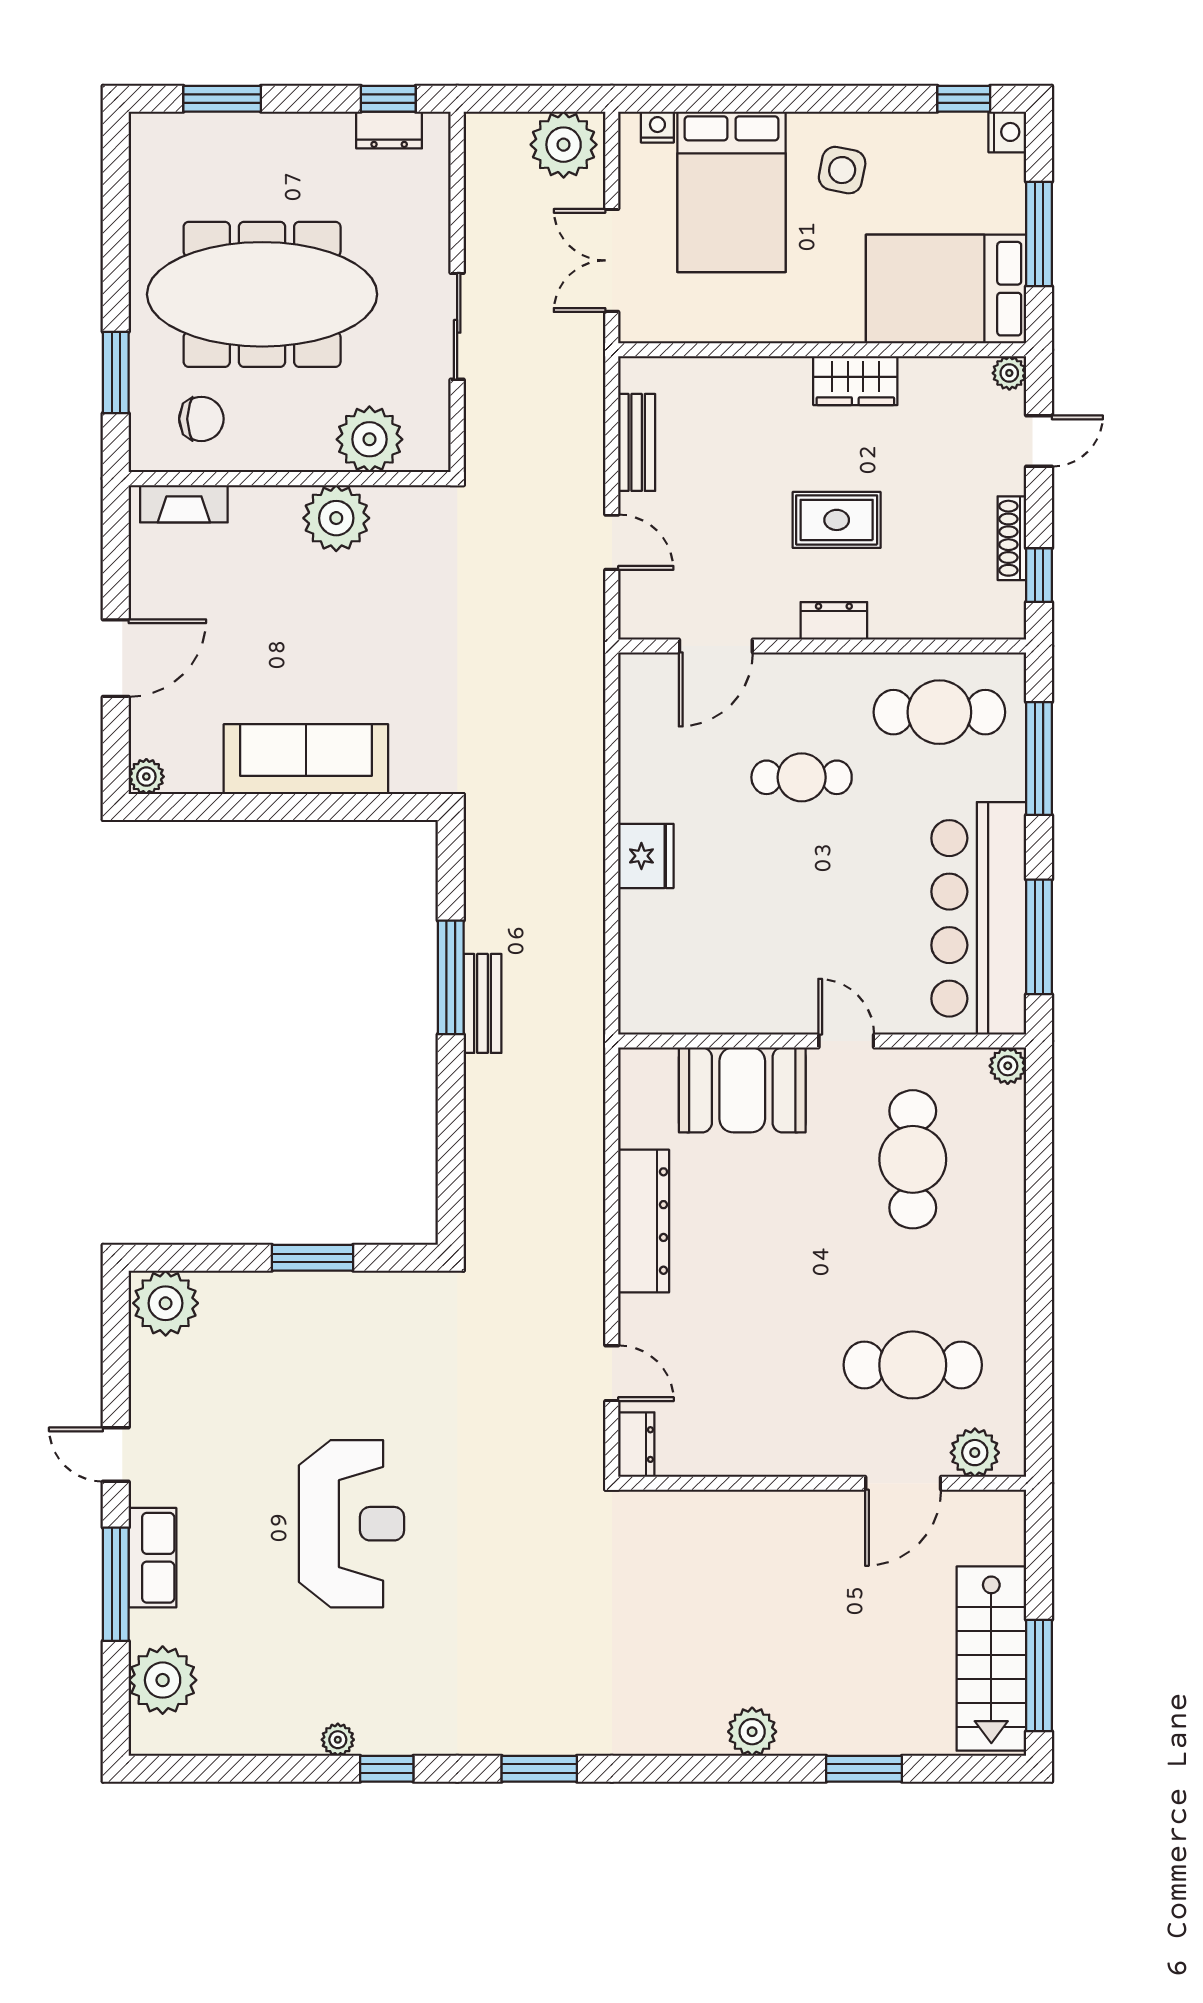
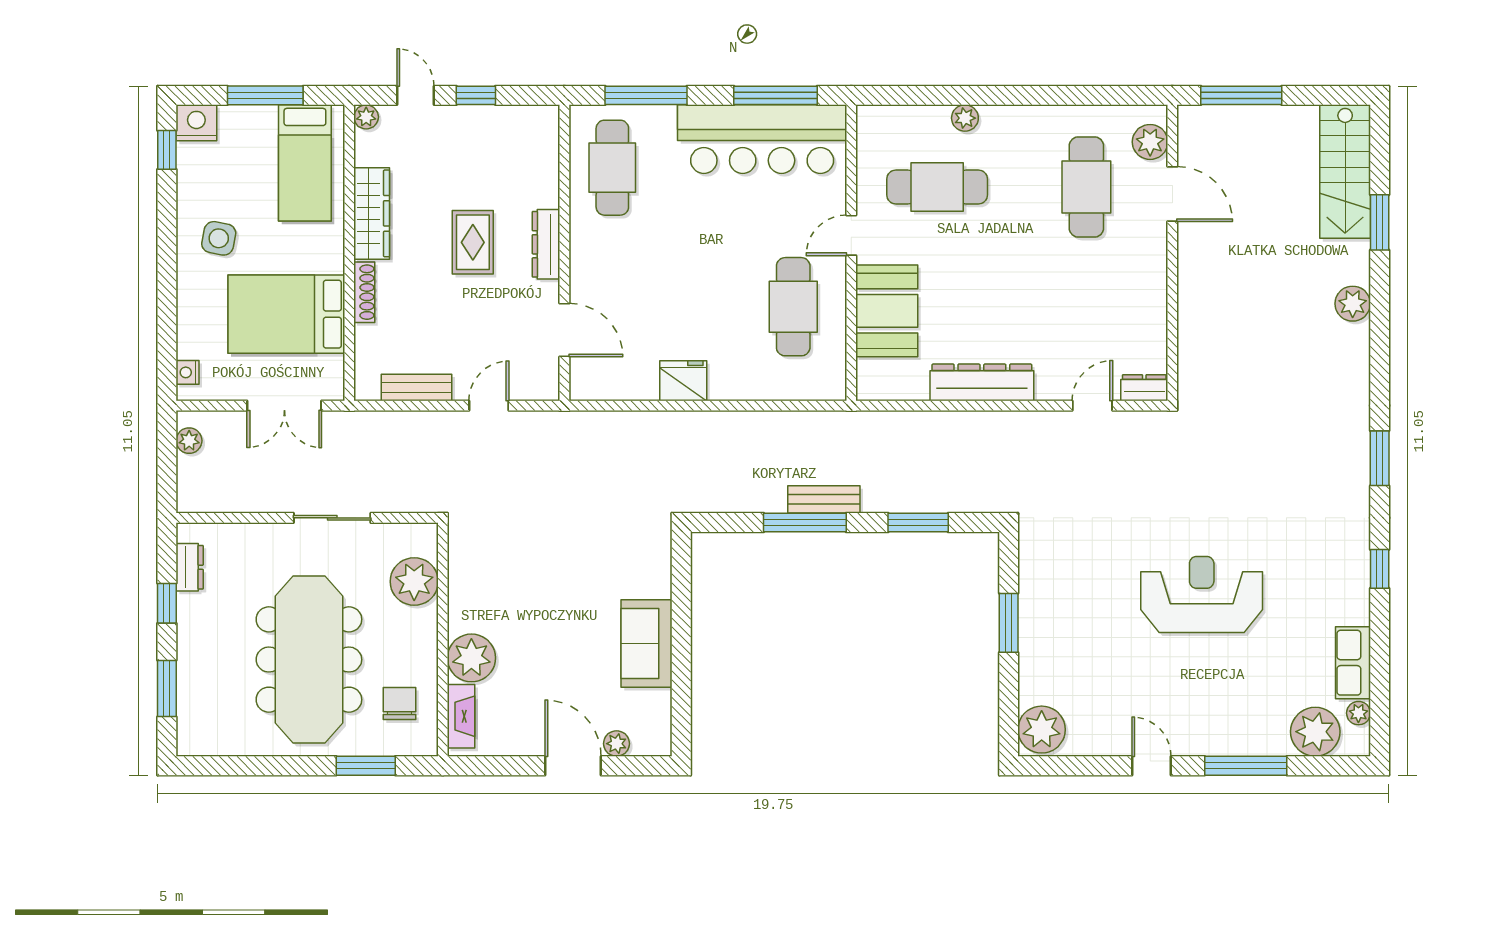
window: (388, 99) -> (167, 603), moved
nightstand: (1007, 132) -> (196, 123), width x1.36, depth x1.33
plant: (564, 145) -> (189, 441), width x0.53, depth x0.53
bed: (731, 192) -> (286, 314), moved, turned 180
bed: (946, 289) -> (305, 163), width x0.67
wardrobe: (855, 381) -> (372, 213), width x1.50
plant: (336, 518) -> (471, 658), moved
shoe rack: (1012, 538) -> (364, 292), moved, turned -90
window: (1039, 575) -> (476, 95), moved
dresser: (834, 621) -> (546, 244), width x1.44
sofa: (306, 759) -> (647, 643), width x0.73
plant: (146, 777) -> (617, 744), moved
cafe table: (802, 777) -> (793, 307), moved, width x1.37, depth x1.35
fridge: (646, 856) -> (683, 381), moved
plant: (1008, 1066) -> (965, 118), moved
window: (451, 1133) -> (918, 523), added
door: (116, 1454) -> (1151, 766), swing flipped
row of seats: (153, 1558) -> (1353, 663), moved, turned -90
stairs: (991, 1659) -> (1345, 172), moved, turned 90
window: (1039, 1676) -> (1241, 95), moved
plant: (338, 1740) -> (1358, 713), moved

